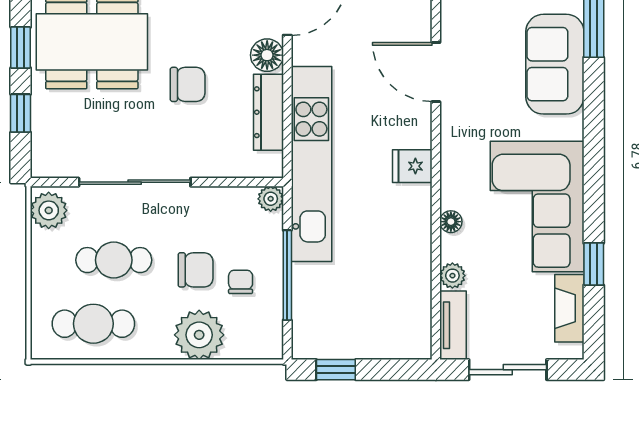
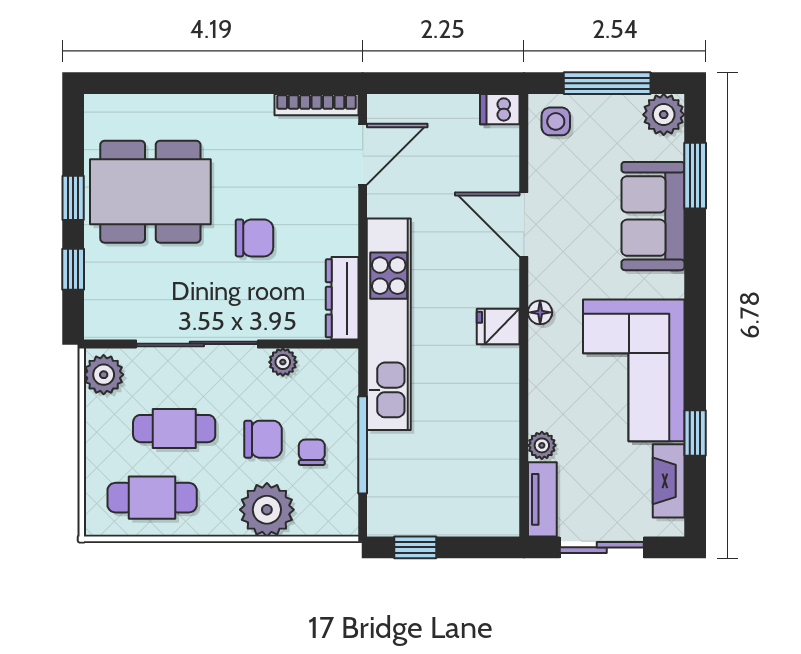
floor lamp: (267, 55) -> (341, 206), removed
dresser: (268, 112) -> (342, 298), moved
plant: (271, 199) -> (283, 362), moved
floor lamp: (451, 222) -> (540, 312), moved

